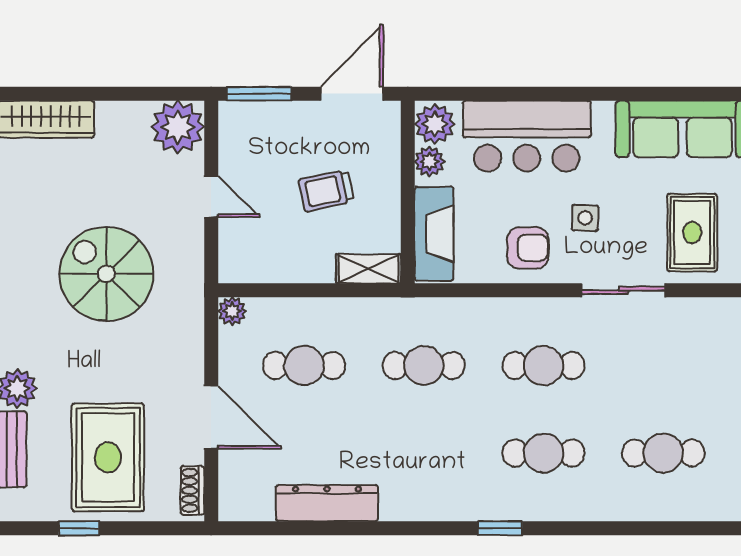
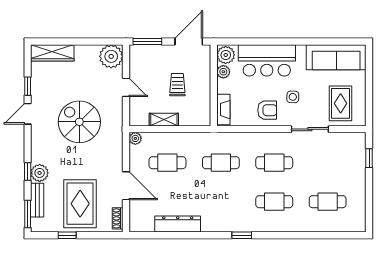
trolley: (326, 191) -> (177, 85), turned 102
fireplace: (434, 234) -> (223, 110), width x0.73, depth x0.76
shelving: (368, 269) -> (164, 120), moved
window: (500, 528) -> (242, 235), moved

